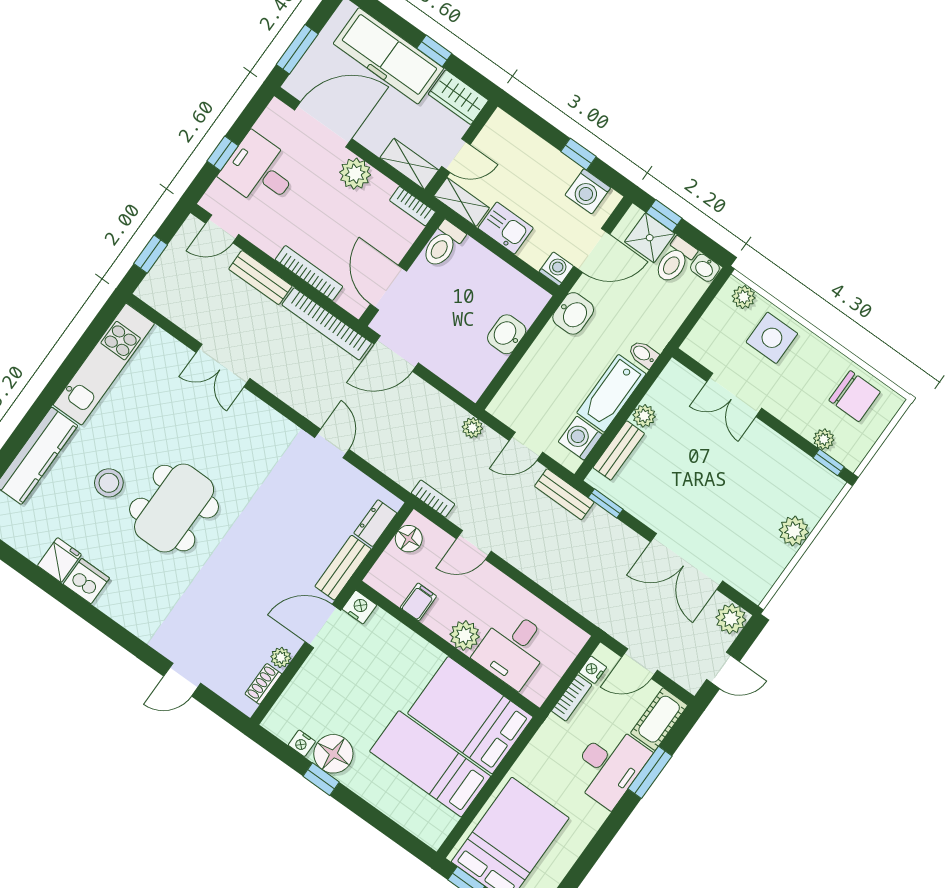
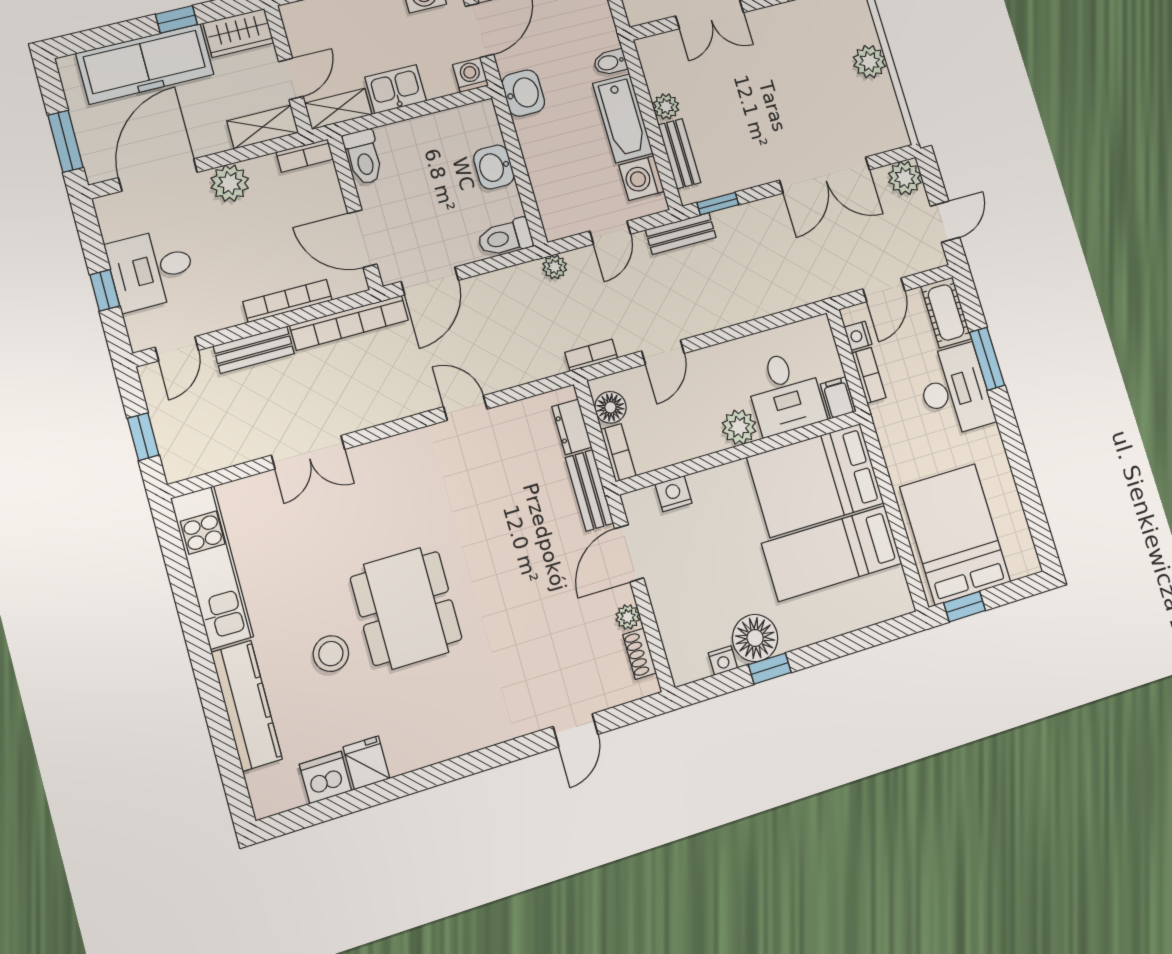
toilet: (465, 380) -> (505, 238), added
bookcase: (383, 567) -> (618, 453), added
dishwasher: (86, 581) -> (326, 777), moved
filing cabinet: (418, 602) -> (838, 398), moved
nightstand: (359, 607) -> (673, 494), moved

